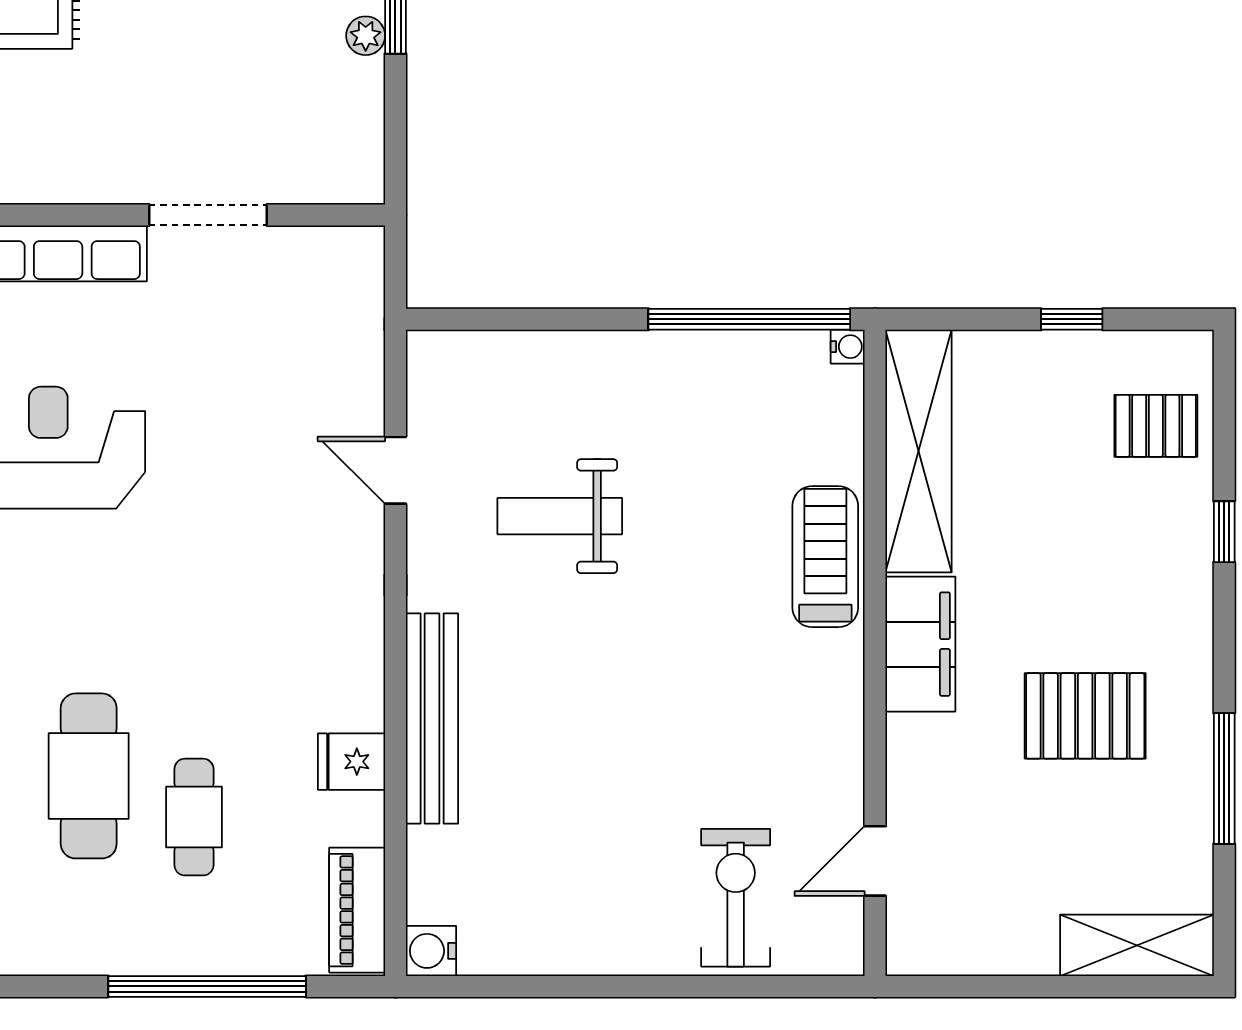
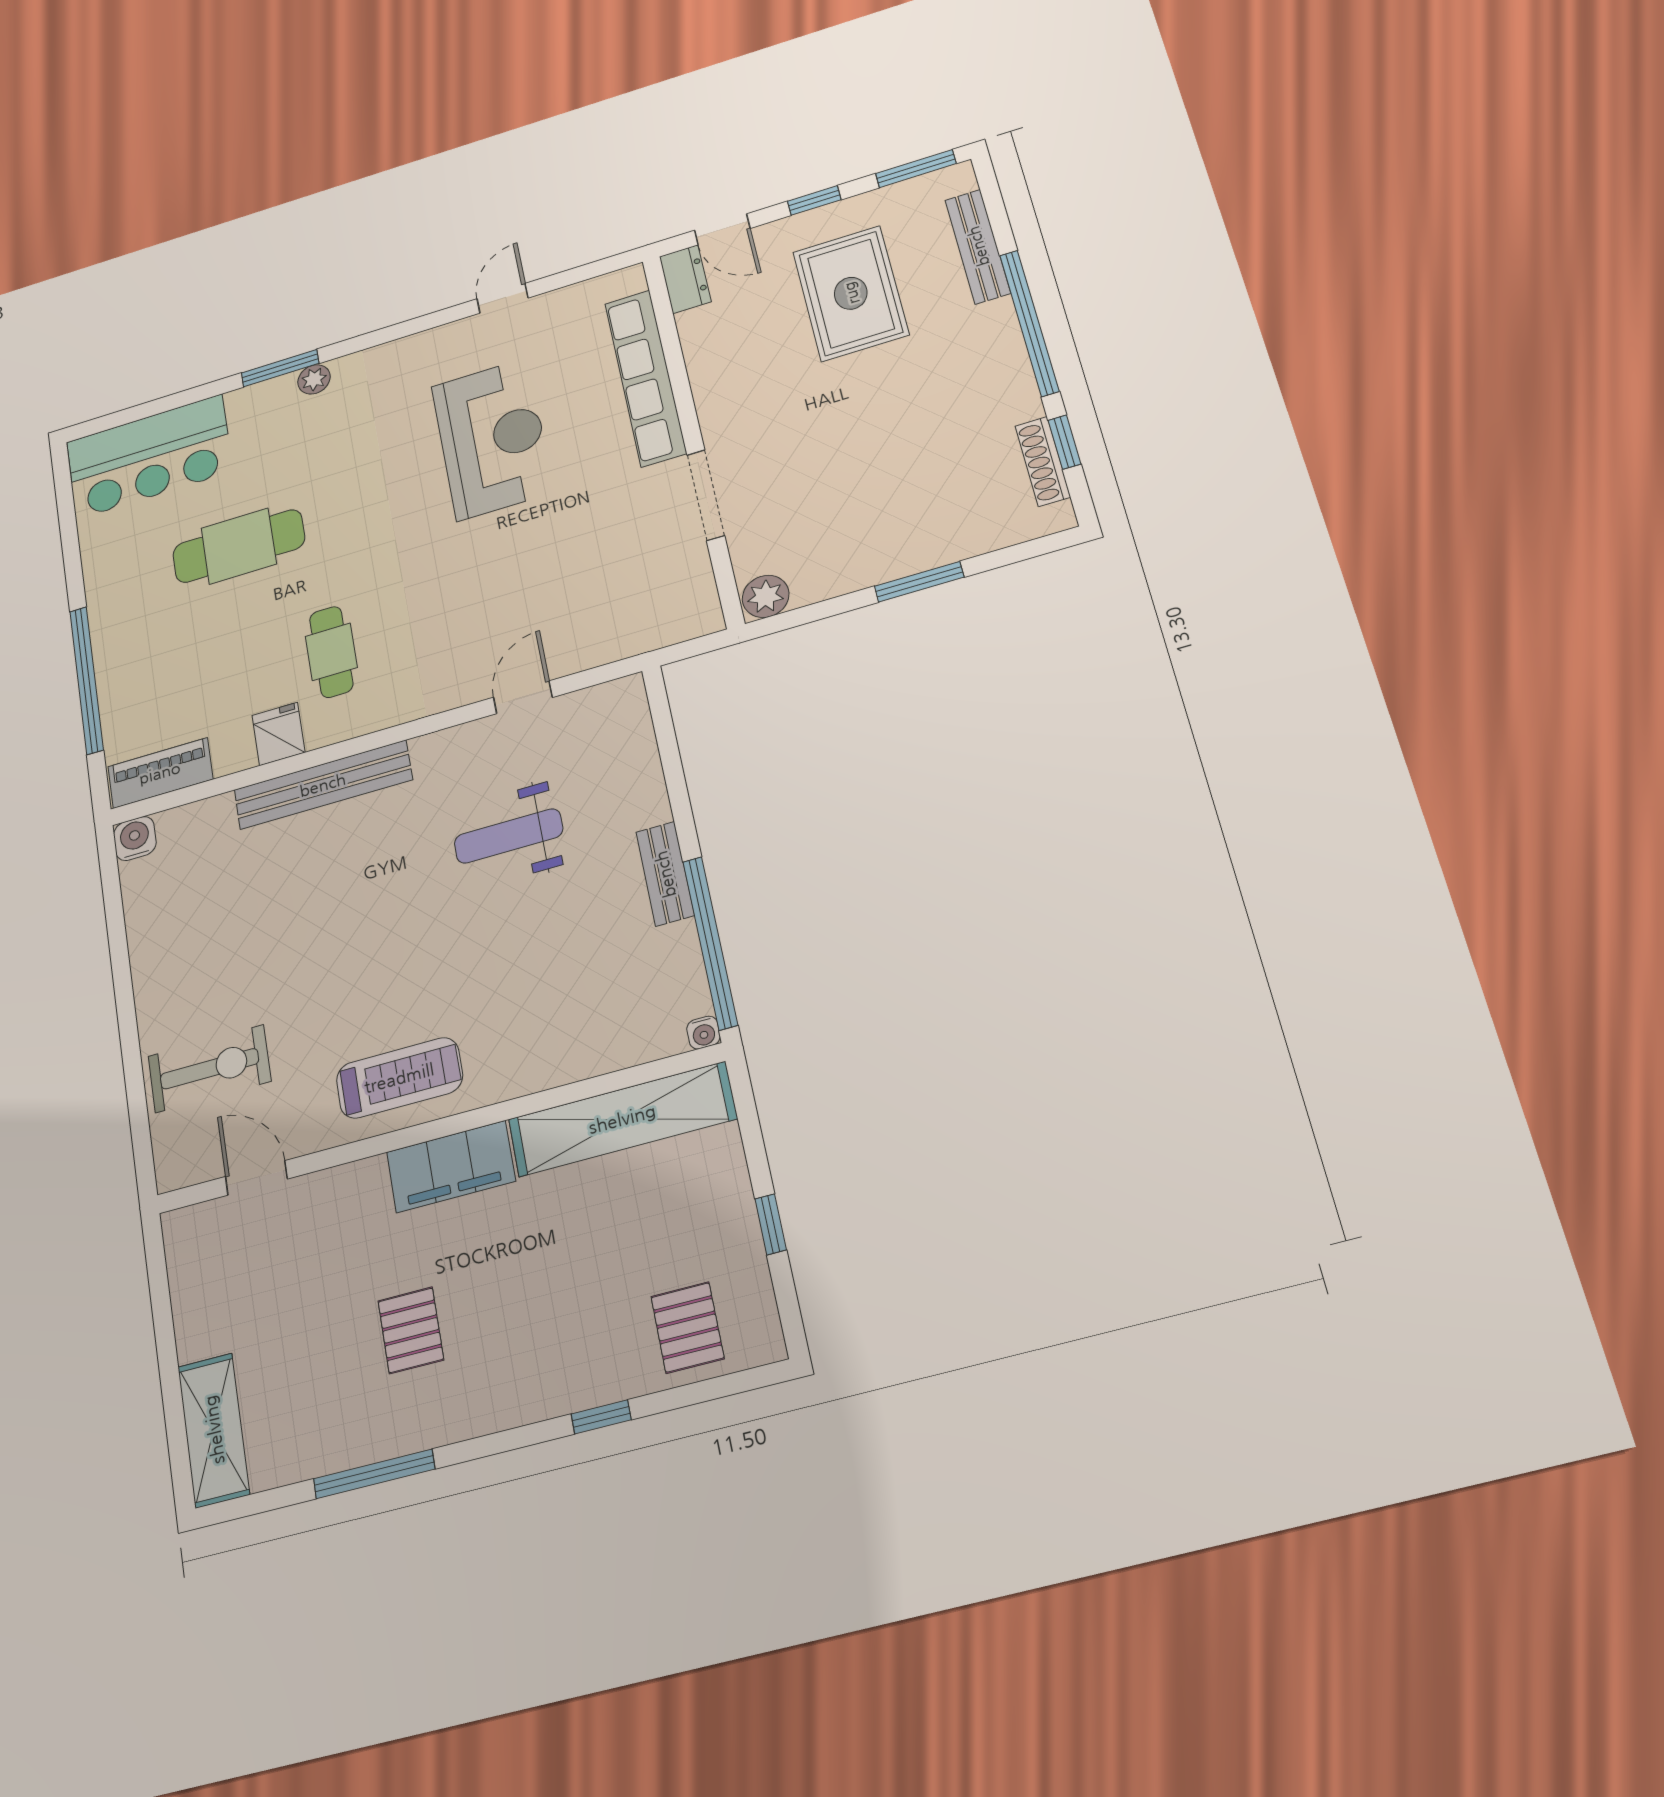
plant: (366, 36) -> (766, 596), moved, width x1.38, depth x1.38
bench: (656, 352) -> (665, 874), added
weight bench: (560, 516) -> (509, 836), turned -90
treadmill: (825, 557) -> (399, 1078), moved
pallet: (1085, 716) -> (411, 1330), width x0.67, depth x0.71
cafe table: (194, 817) -> (331, 652), moved, turned 90

